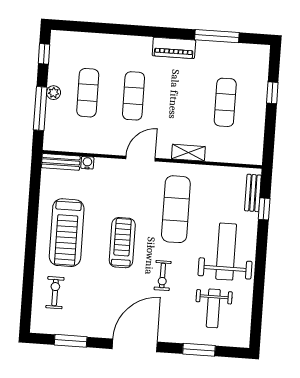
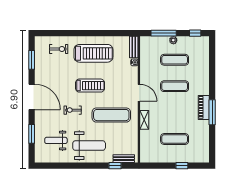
window: (217, 36) -> (212, 112), moved
treadmill: (67, 233) -> (93, 53), turned 180

